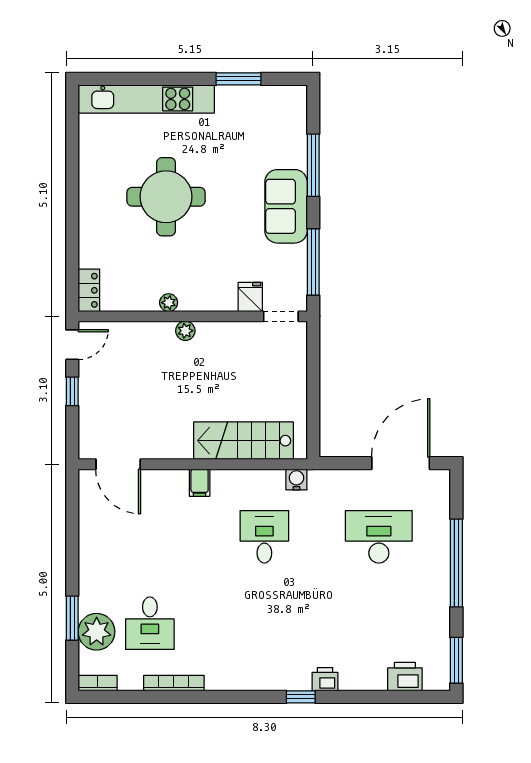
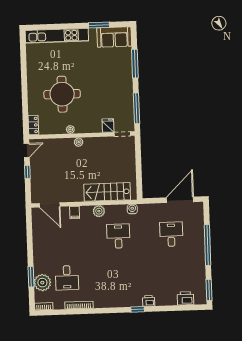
round table: (166, 197) -> (62, 94), moved
sofa: (286, 206) -> (114, 37), moved, turned -90
plant: (224, 481) -> (99, 211), added
filing cabinet: (200, 483) -> (75, 213), moved
desk: (379, 537) -> (171, 234), width x0.73

